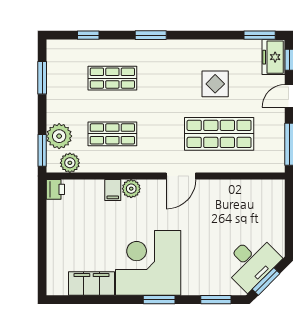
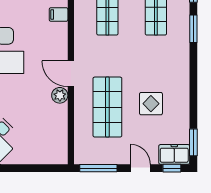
window: (151, 35) -> (193, 29), moved
plant: (131, 189) -> (60, 95), moved

